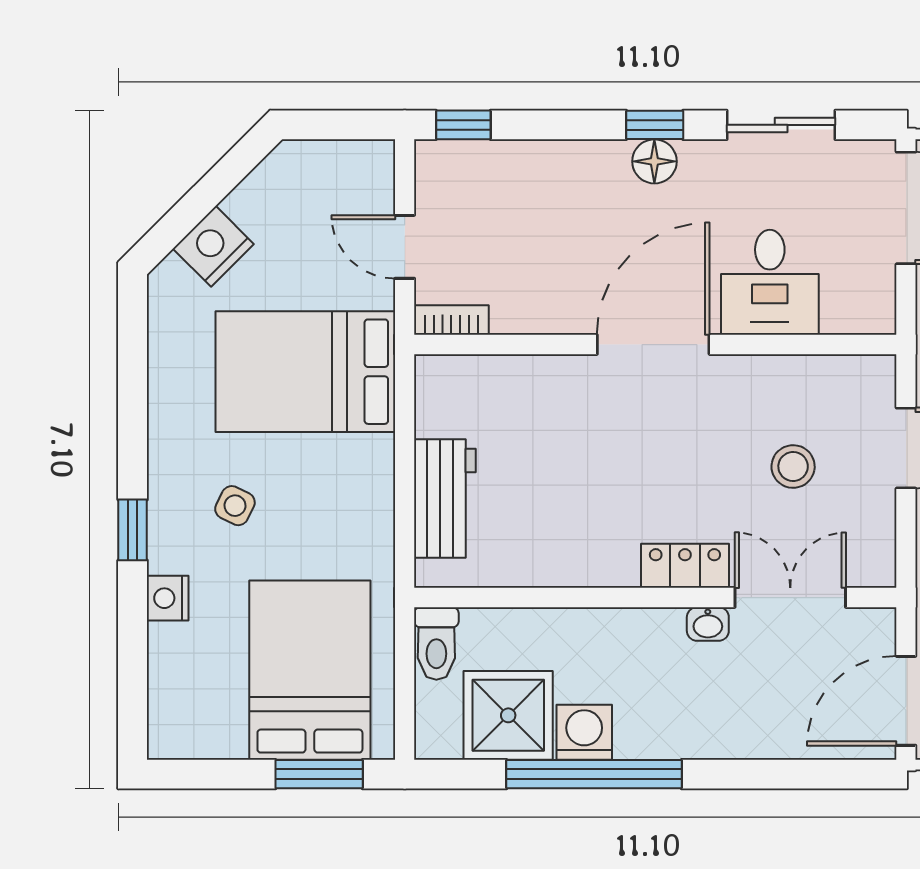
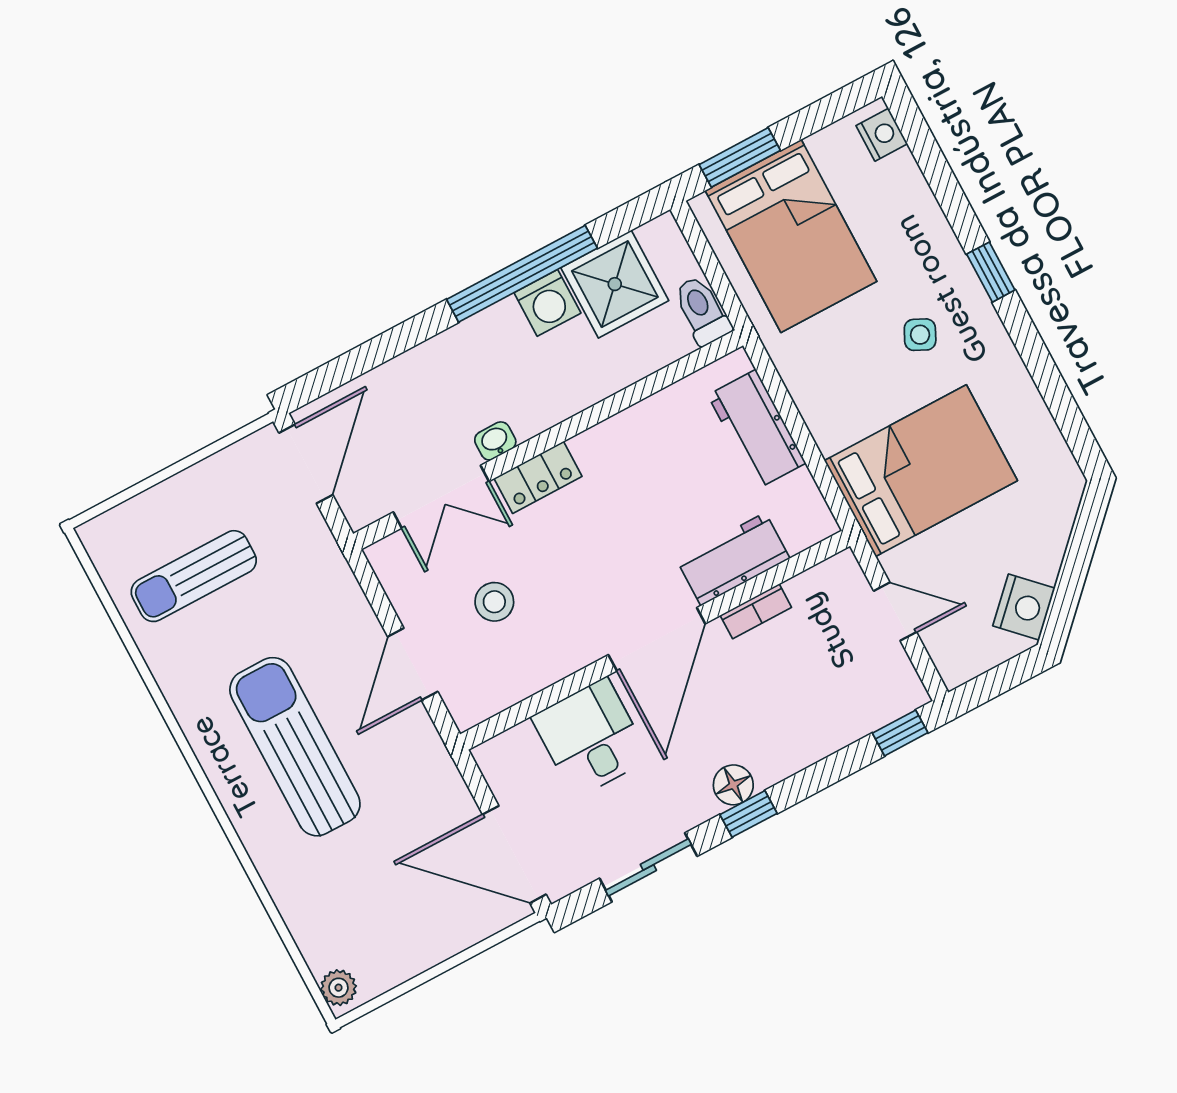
nightstand: (213, 246) -> (1024, 607), moved
bookcase: (451, 320) -> (756, 611), moved
workbench: (536, 383) -> (733, 559), added
nightstand: (168, 598) -> (882, 135), moved

